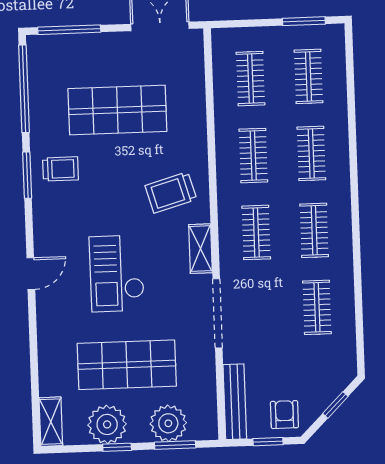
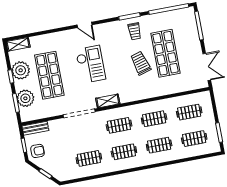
trolley: (171, 192) -> (141, 63), moved
checkout: (117, 273) -> (91, 64), turned 90
bench: (235, 402) -> (35, 128), width x0.73

